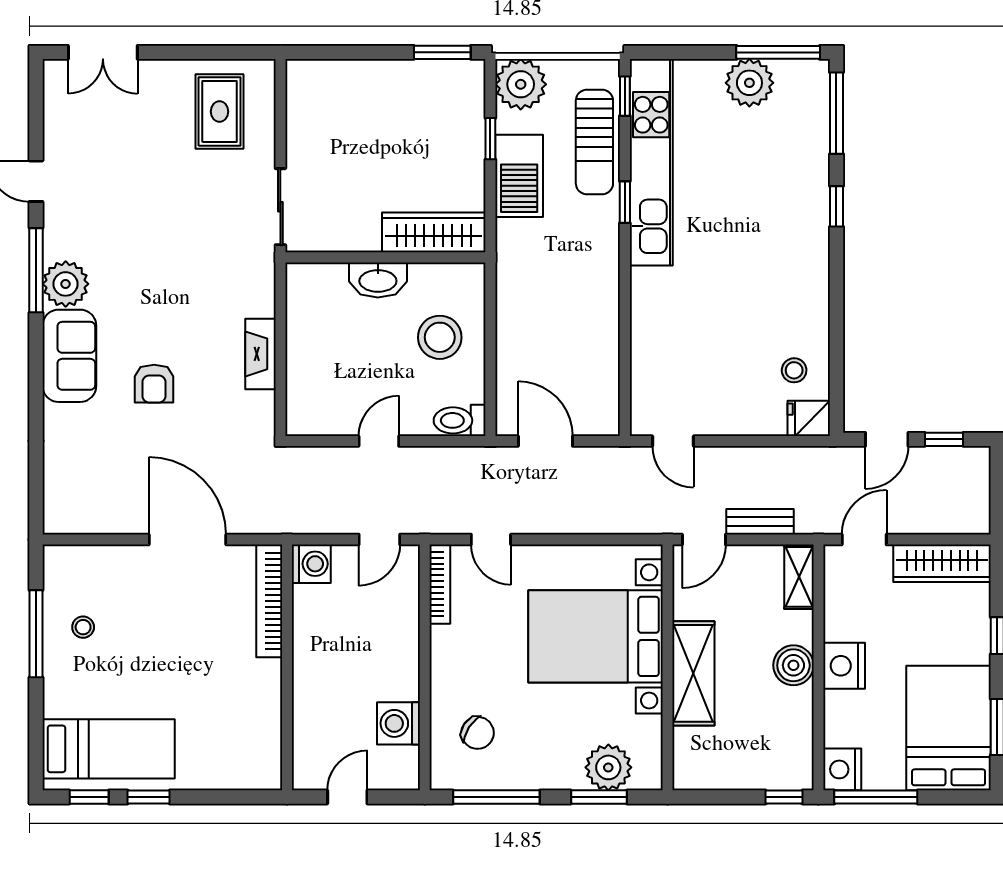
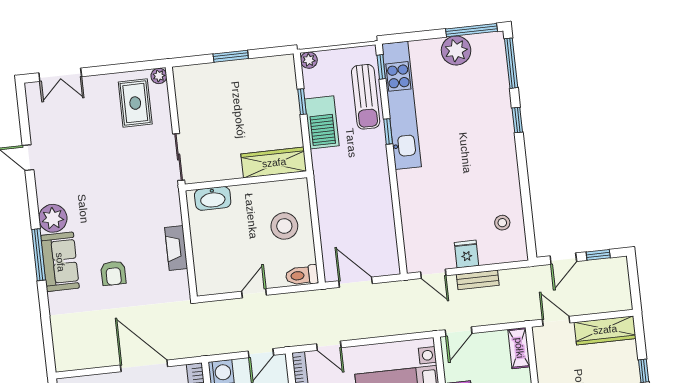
window: (442, 52) -> (231, 56), moved
plant: (263, 72) -> (159, 76), added
plant: (521, 84) -> (309, 60), width x0.53, depth x0.53
window: (36, 270) -> (39, 255), moved
washbasin: (378, 280) -> (213, 198), moved
fridge: (809, 418) -> (467, 254), moved, turned 90
bench: (760, 522) -> (478, 280), moved
door: (864, 539) -> (556, 321), hinge flipped

